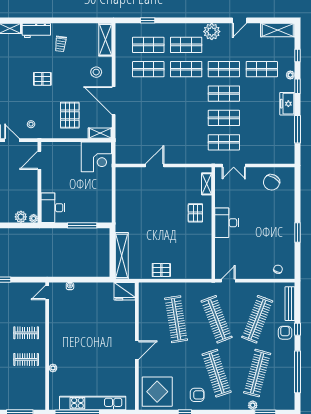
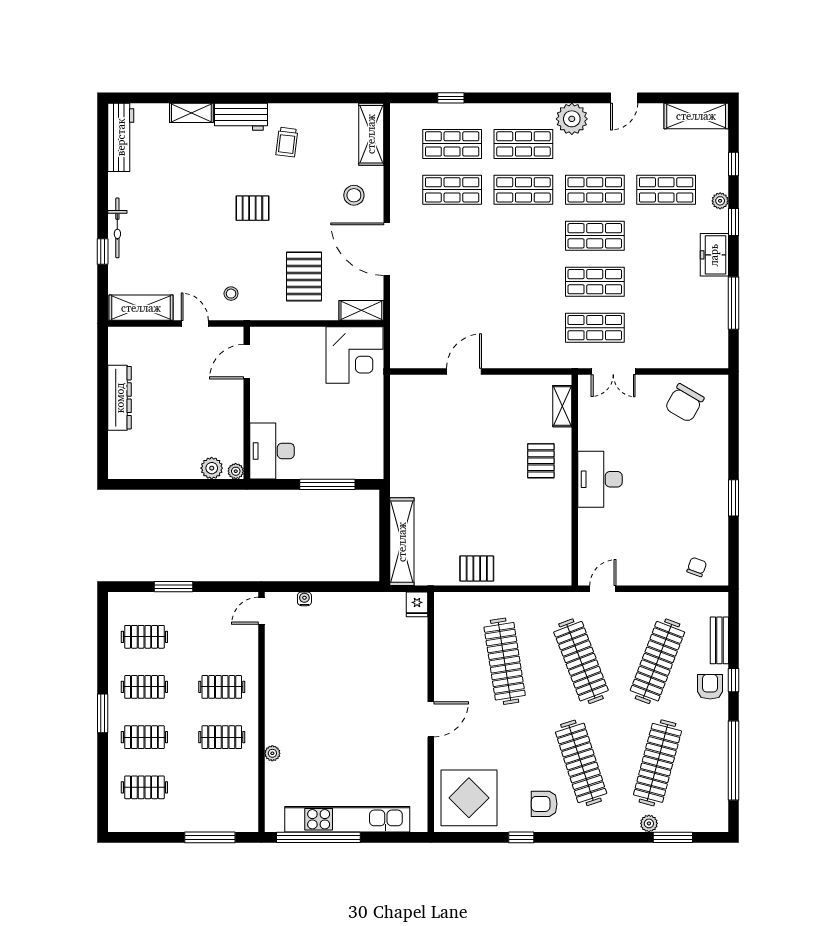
fridge: (125, 291) -> (417, 604), width x0.53, depth x0.75
bench: (290, 304) -> (719, 640), width x0.73
armchair: (197, 395) -> (544, 804), turned 180

